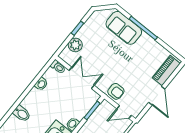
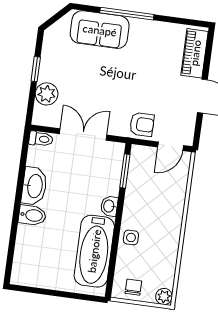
washbasin: (41, 84) -> (34, 186), width x1.91, depth x1.45
bidet: (22, 114) -> (32, 215), moved

